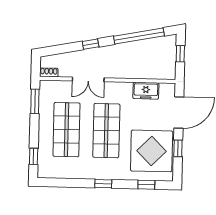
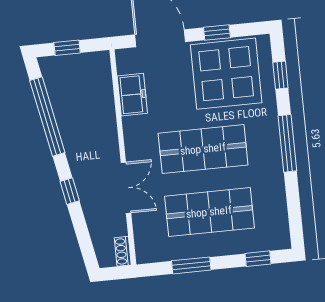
window: (35, 101) -> (191, 265), moved
window: (103, 184) -> (287, 143), width x2.17

